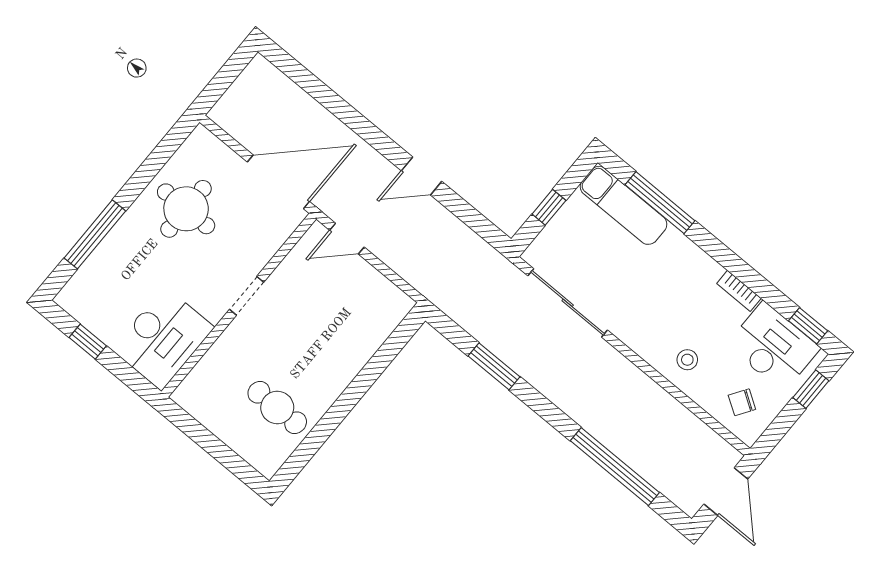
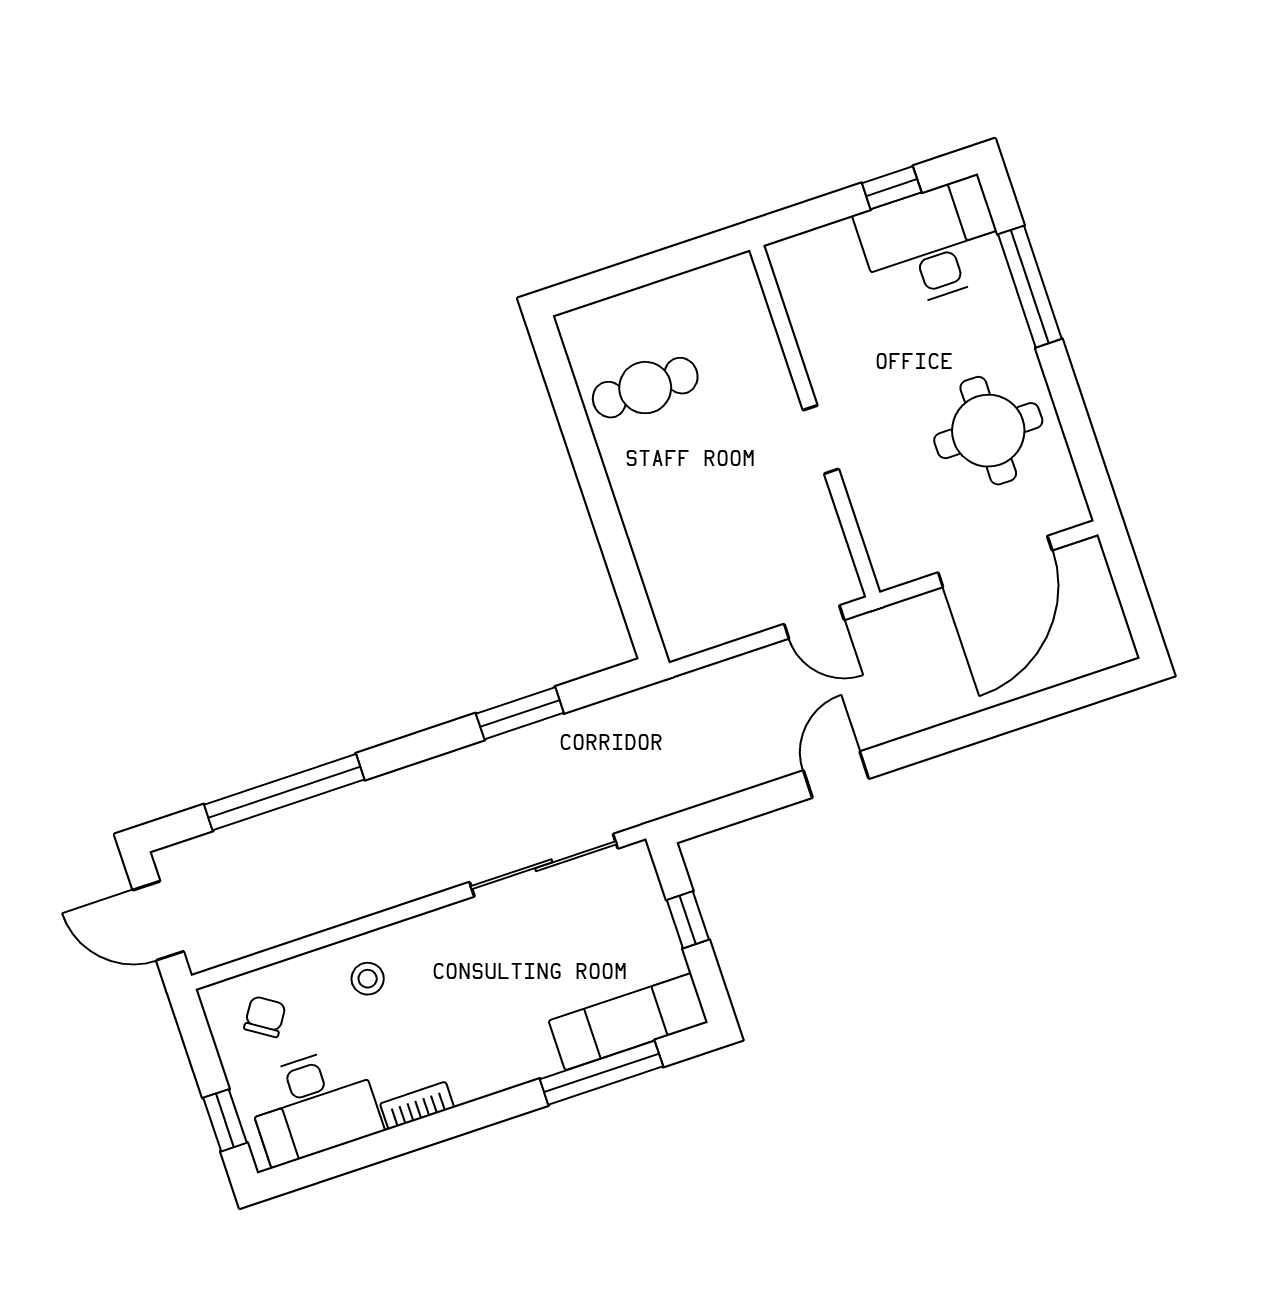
door: (278, 182) -> (995, 561), moved
door: (347, 239) -> (814, 622), swing flipped
window: (808, 326) -> (313, 1169), removed
desk: (163, 338) -> (931, 244), moved, turned 90

